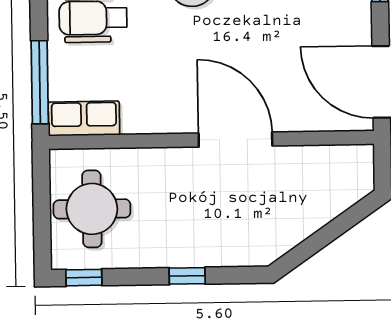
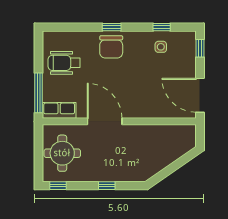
door: (235, 140) -> (105, 121), moved

